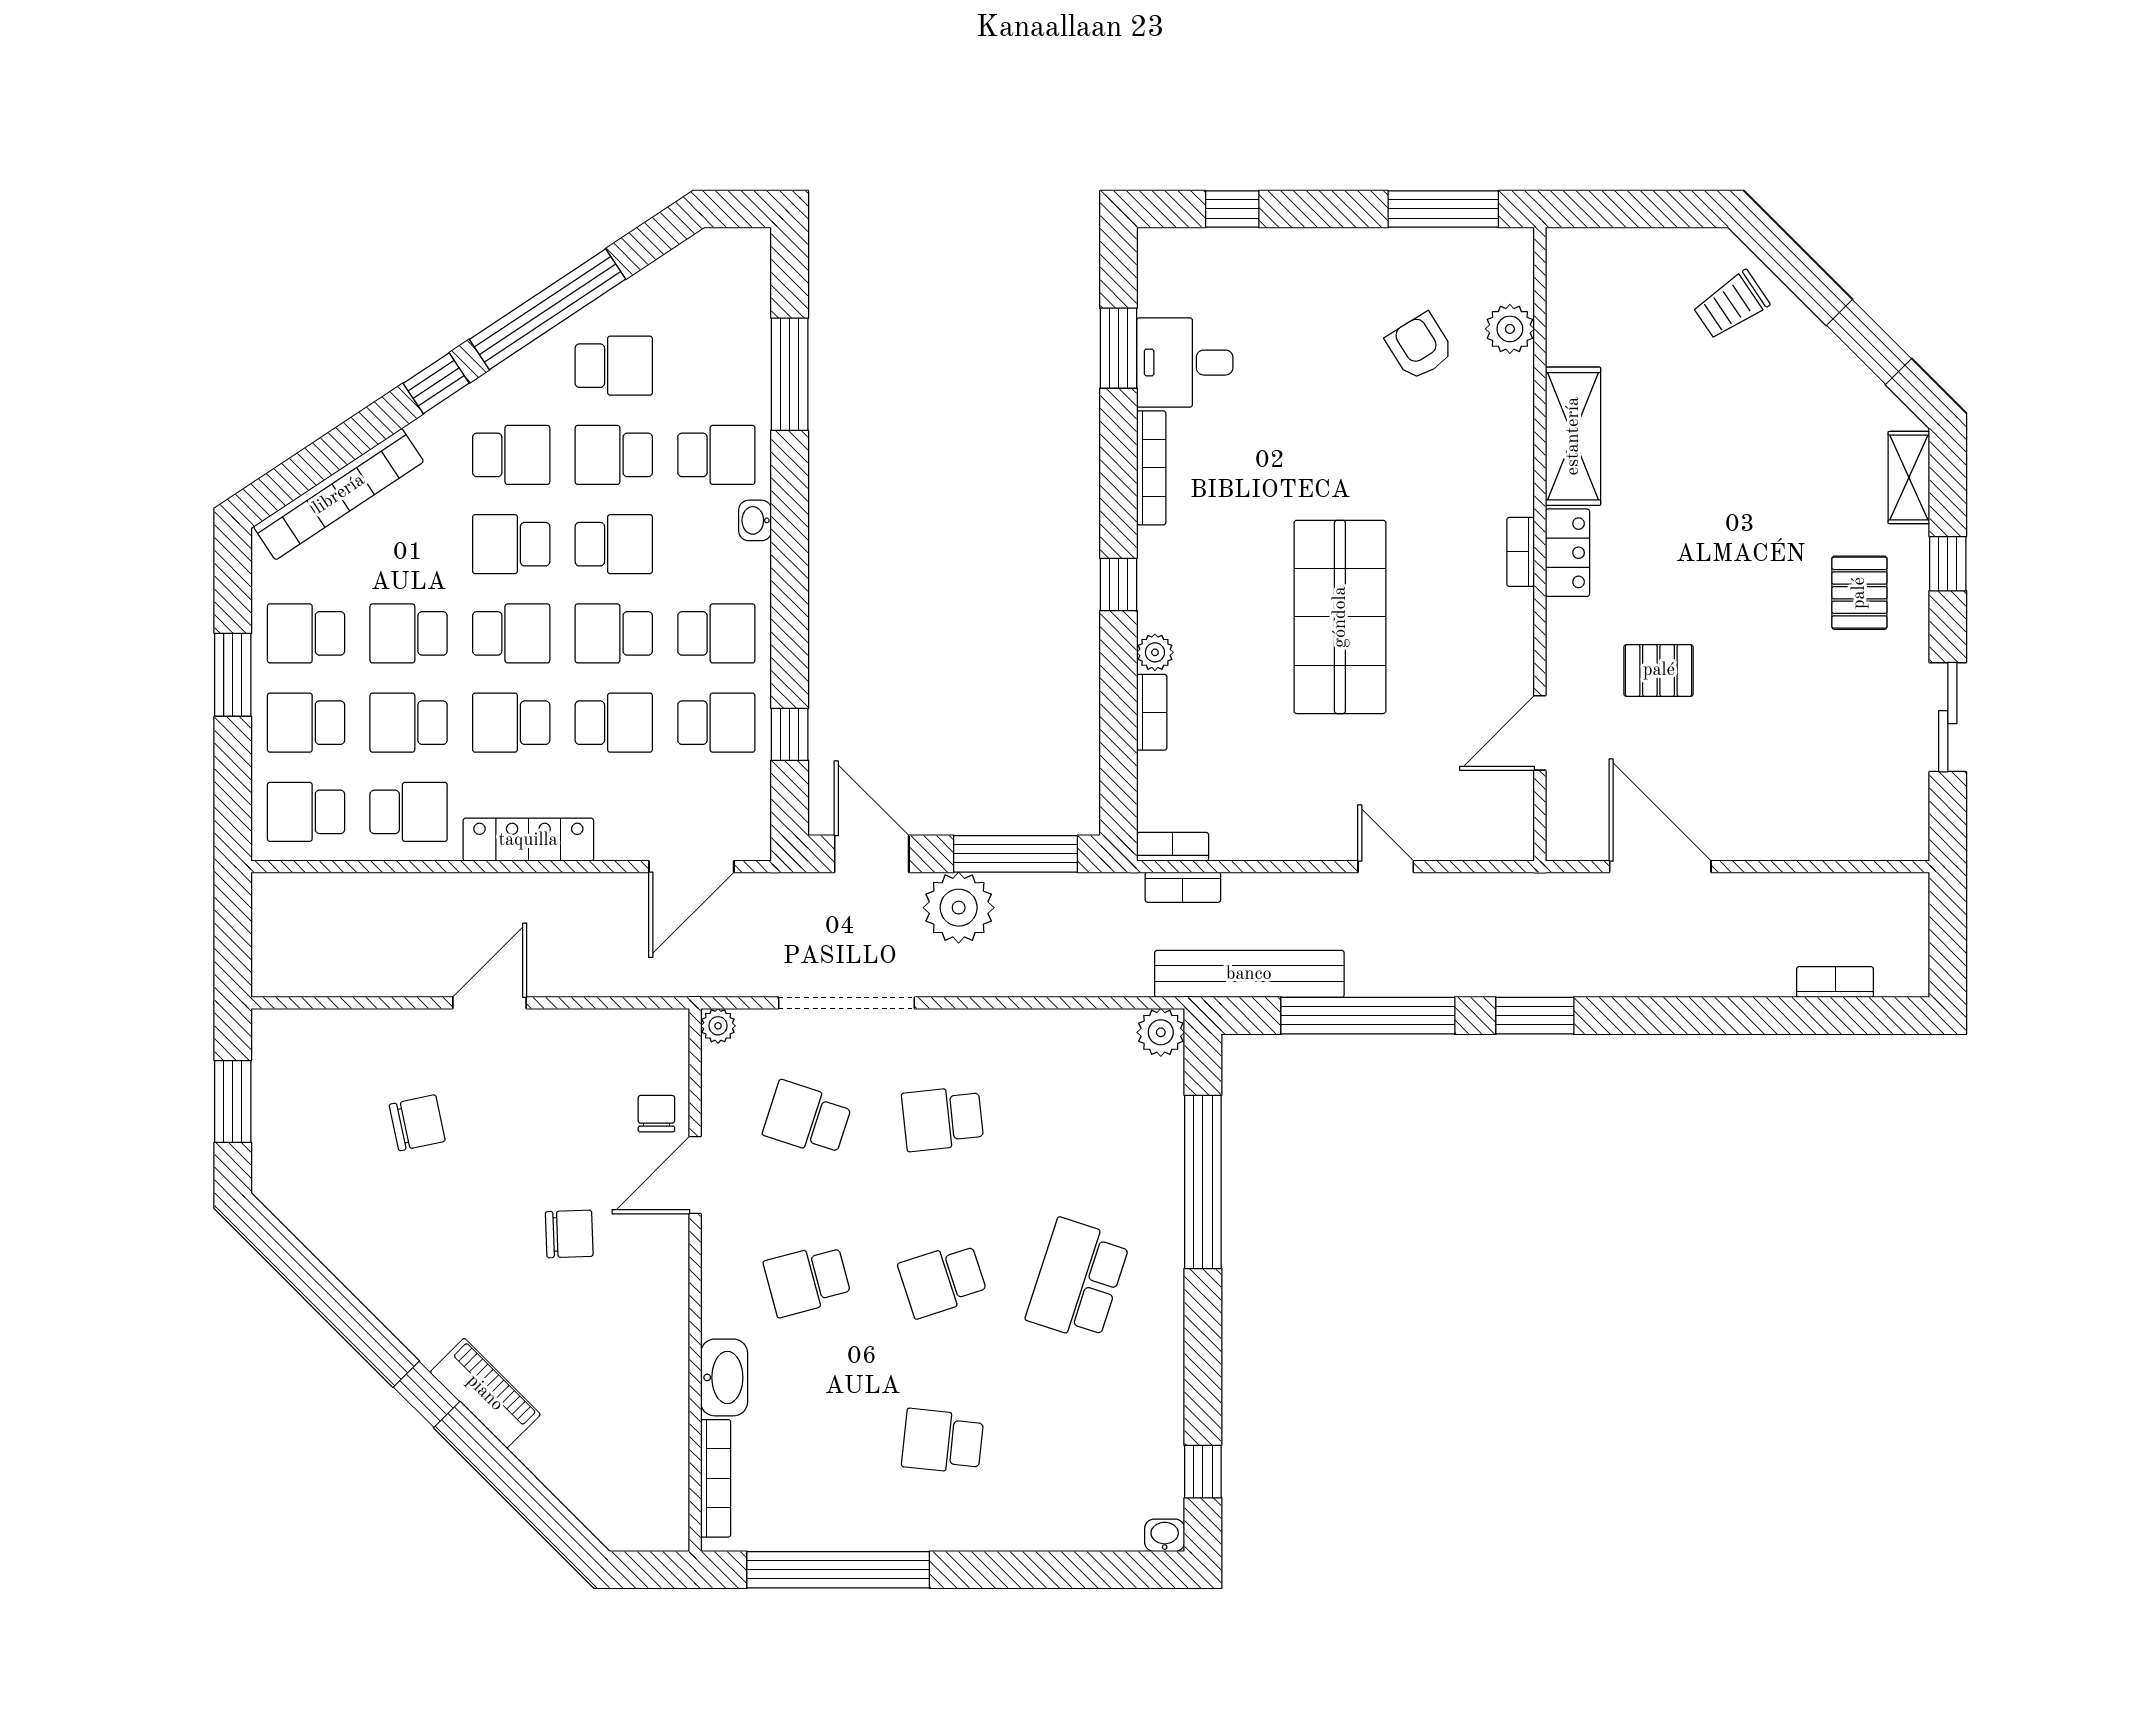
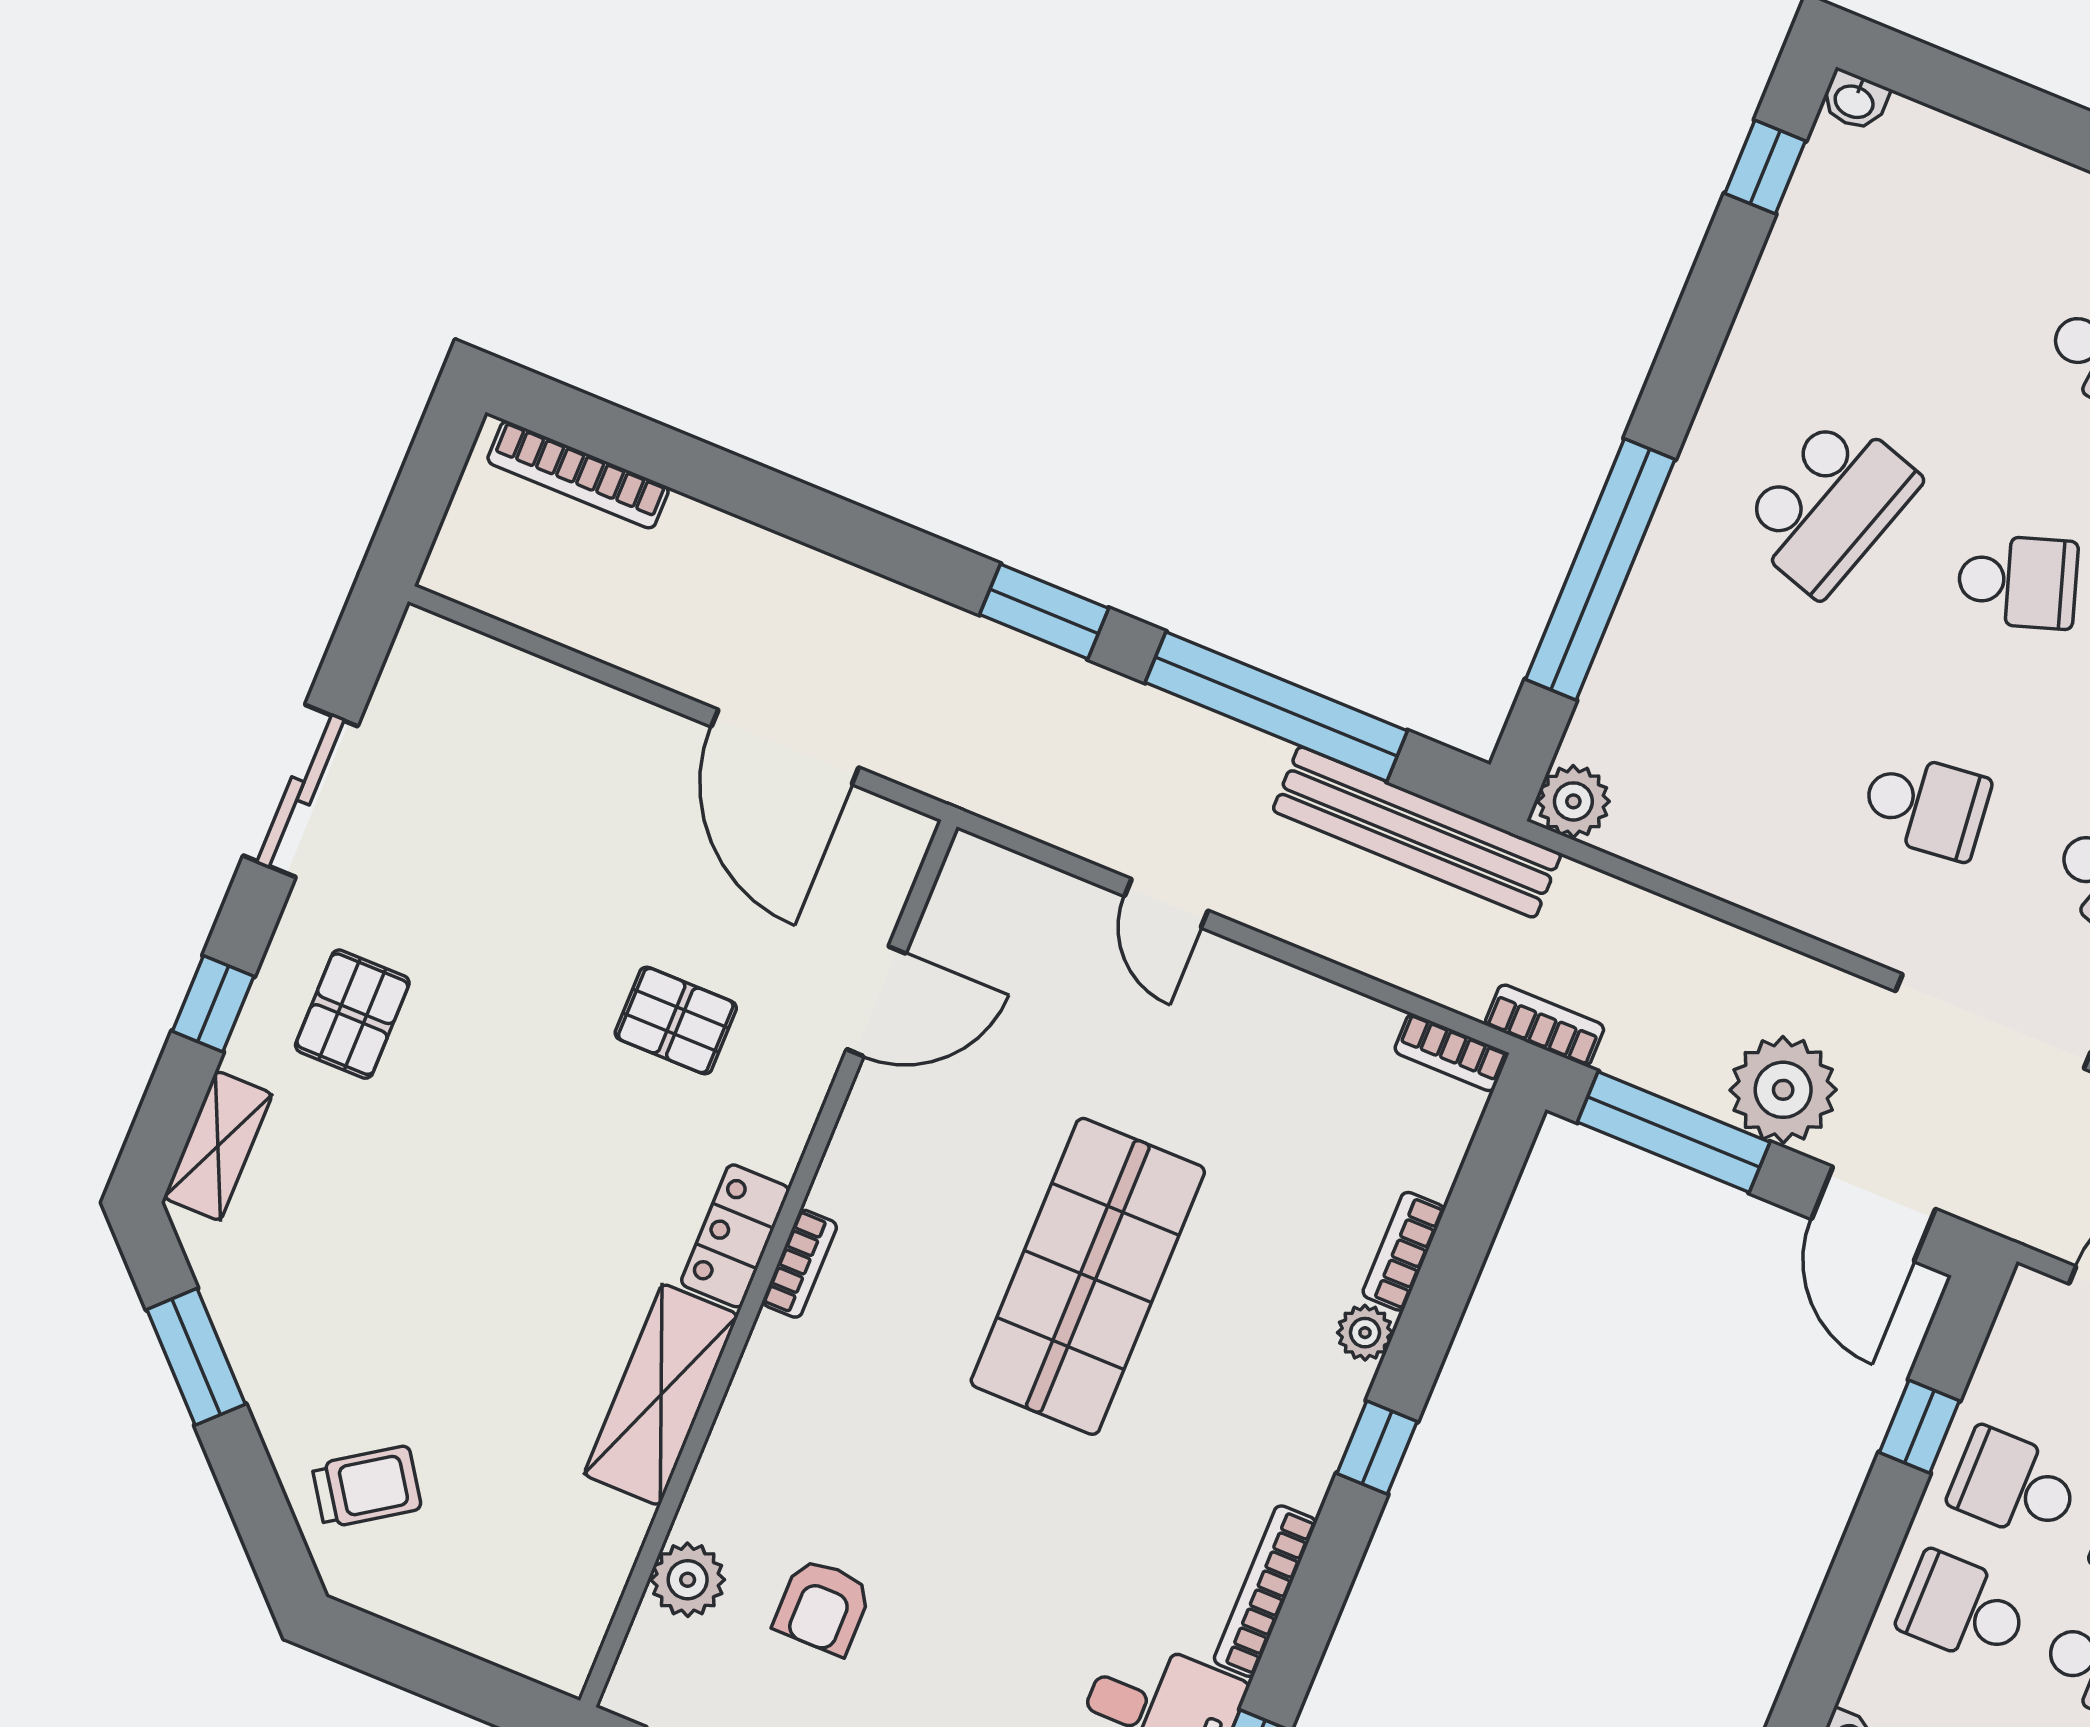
armchair: (1420, 347) -> (823, 1606), turned 32
bookcase: (1183, 887) -> (1545, 1025), moved
bookcase: (1835, 982) -> (578, 475), width x1.56

